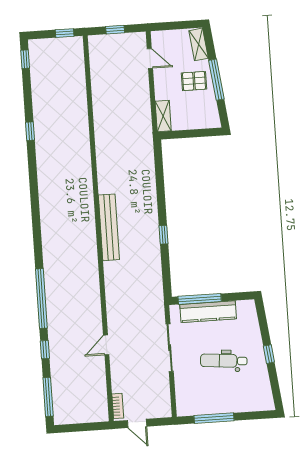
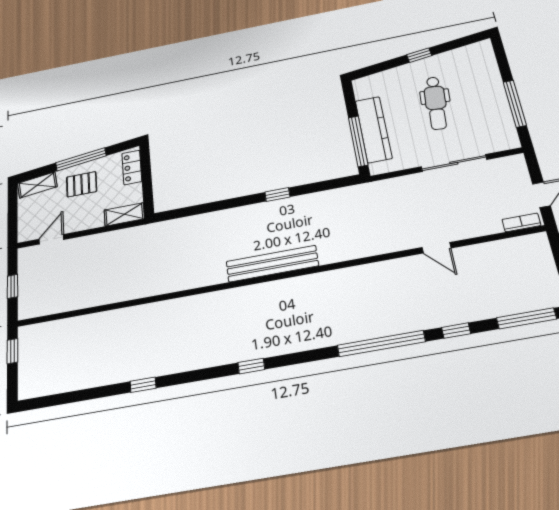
window: (25, 59) -> (251, 366), moved
pallet: (194, 81) -> (82, 184), turned 90
locker: (203, 122) -> (132, 167), added
sliding door: (170, 348) -> (454, 163), moved

